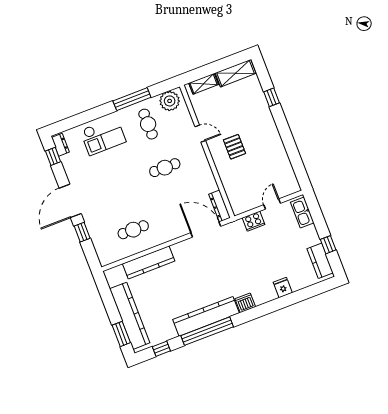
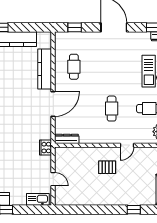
cooker: (253, 221) -> (45, 148), moved
door: (206, 229) -> (53, 104), moved
window: (82, 232) -> (75, 27), moved

